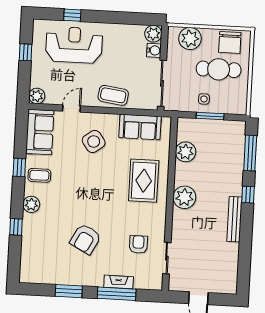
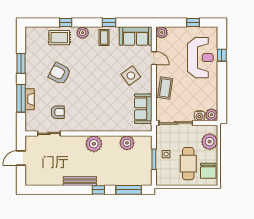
chair: (230, 42) -> (208, 171), turned -90
rug: (144, 181) -> (59, 38), moved, width x0.73, depth x0.70

